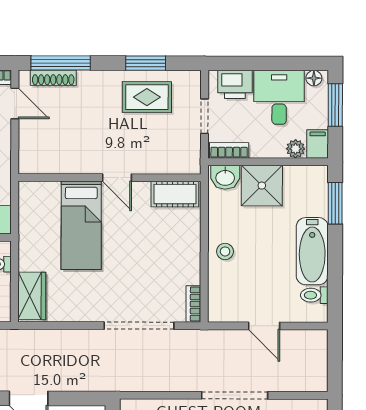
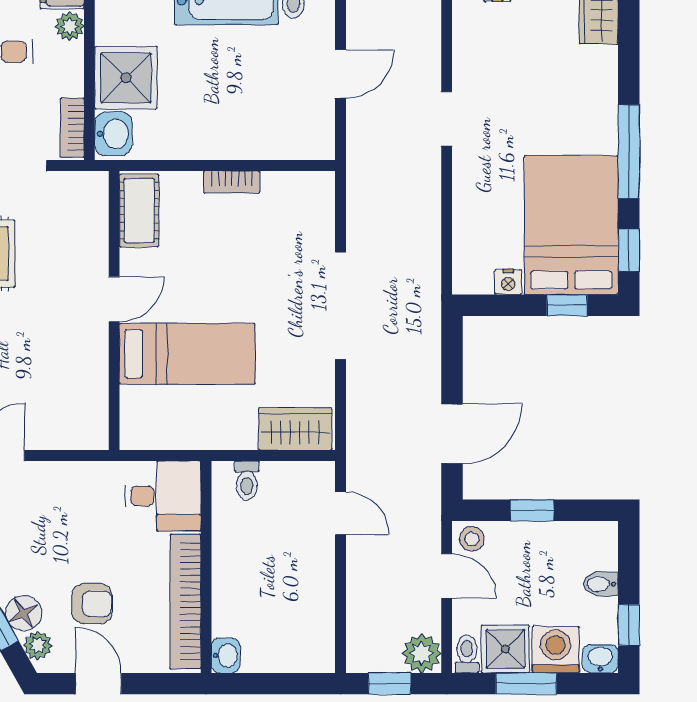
stool: (225, 251) -> (227, 134), removed
bookcase: (193, 304) -> (232, 182), moved
doorway: (139, 326) -> (341, 306), moved
doorway: (235, 395) -> (447, 119), width x0.53

